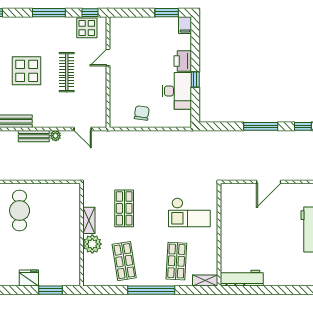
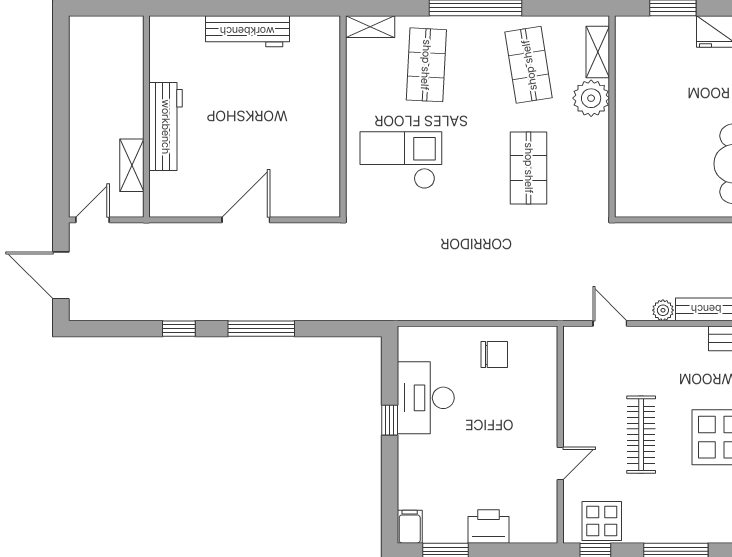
printer: (183, 61) -> (489, 526), moved, turned -90
chair: (142, 113) -> (494, 355), turned -98
shelving: (89, 220) -> (598, 52), moved
workbench: (242, 278) -> (247, 31), moved

